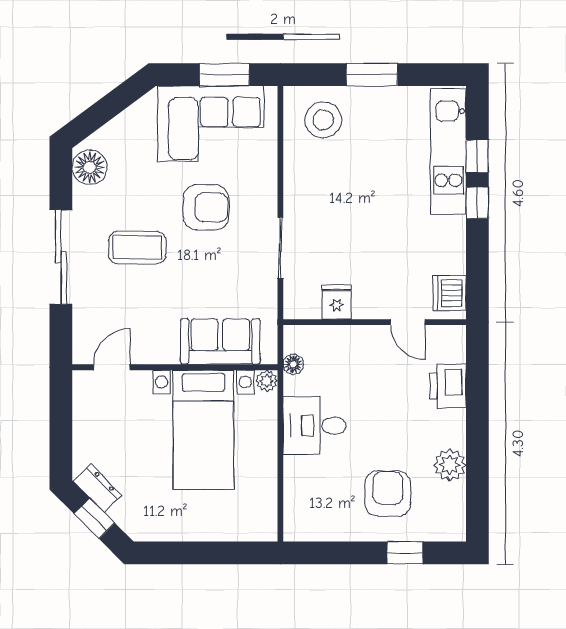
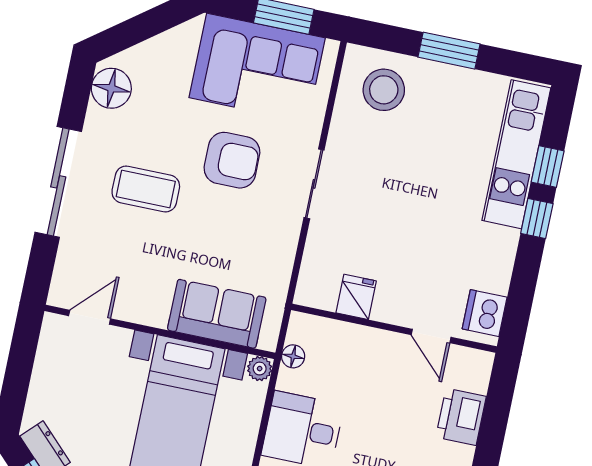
sliding door: (280, 248) -> (314, 184), moved

